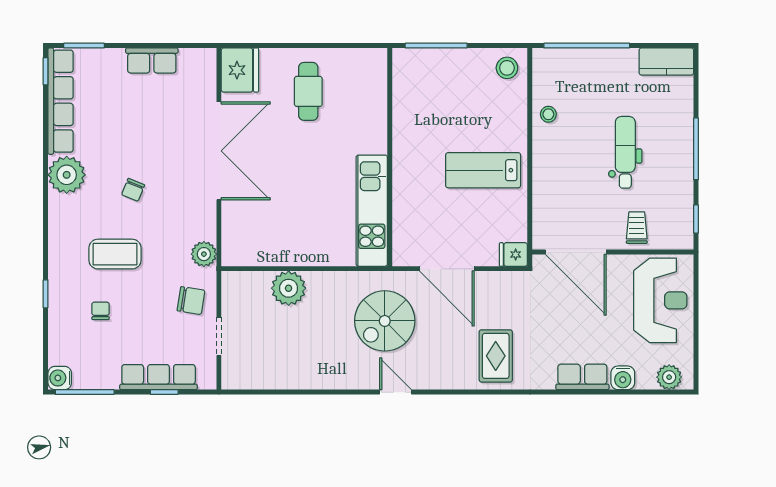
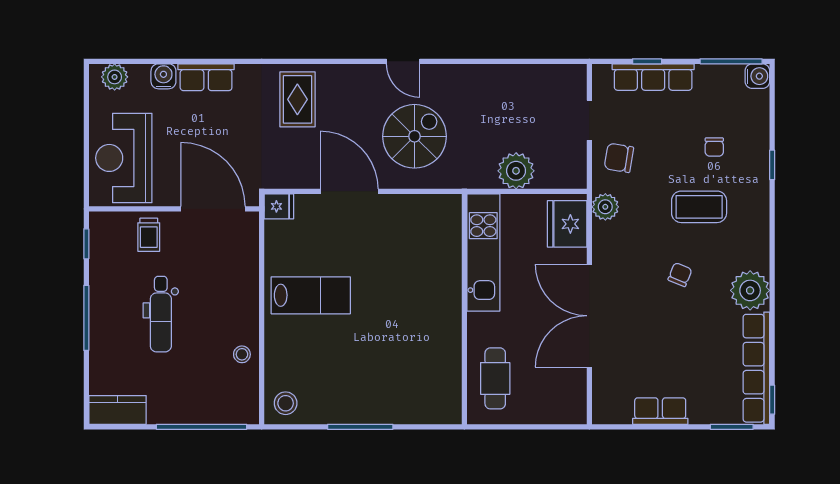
fridge: (240, 70) -> (567, 224), moved
wall: (390, 157) -> (464, 309), moved
kitchen unit: (372, 211) -> (483, 253), moved

